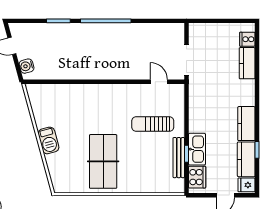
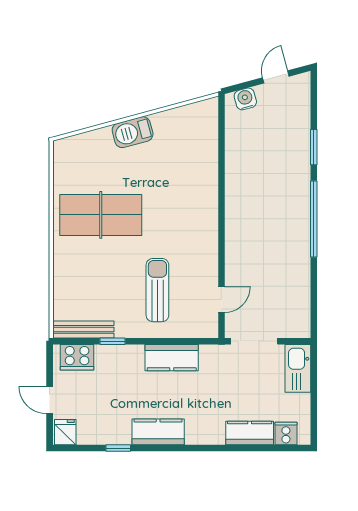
kitchen sink: (197, 149) -> (298, 368), moved, turned 90
bench: (179, 158) -> (83, 329), moved
kitchen counter: (246, 159) -> (172, 358), moved, turned 180

